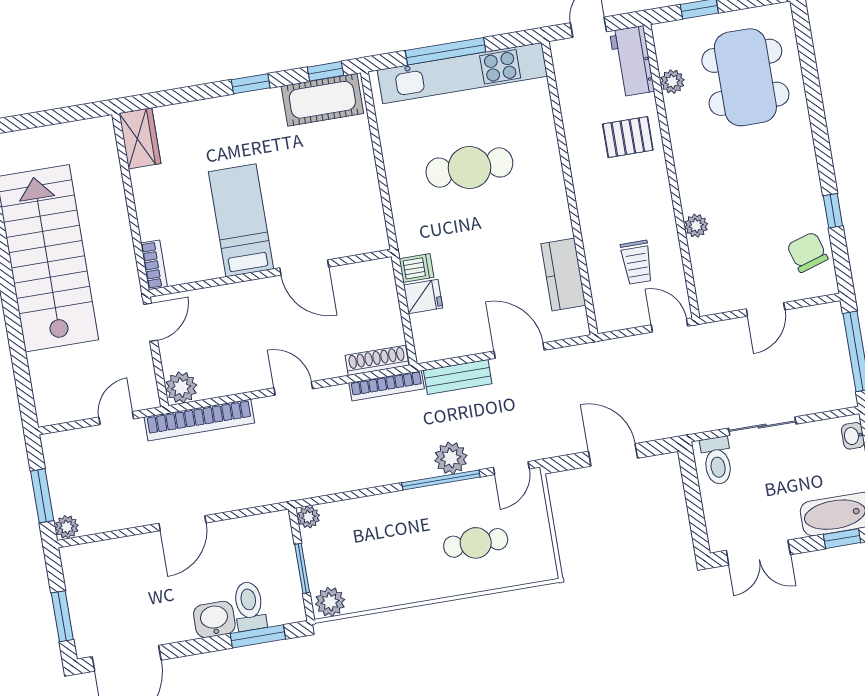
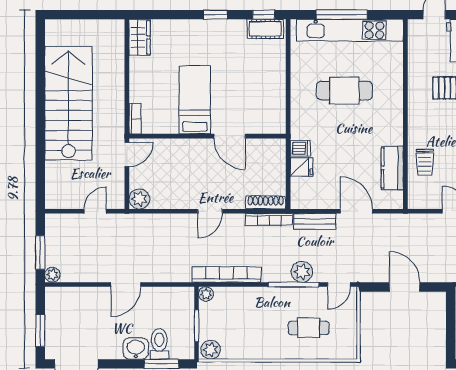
cot: (322, 100) -> (265, 29), width x0.73, depth x0.75
trolley: (637, 262) -> (425, 162), moved
door: (293, 388) -> (210, 211), swing flipped
bookcase: (199, 420) -> (227, 275), moved, turned 180

